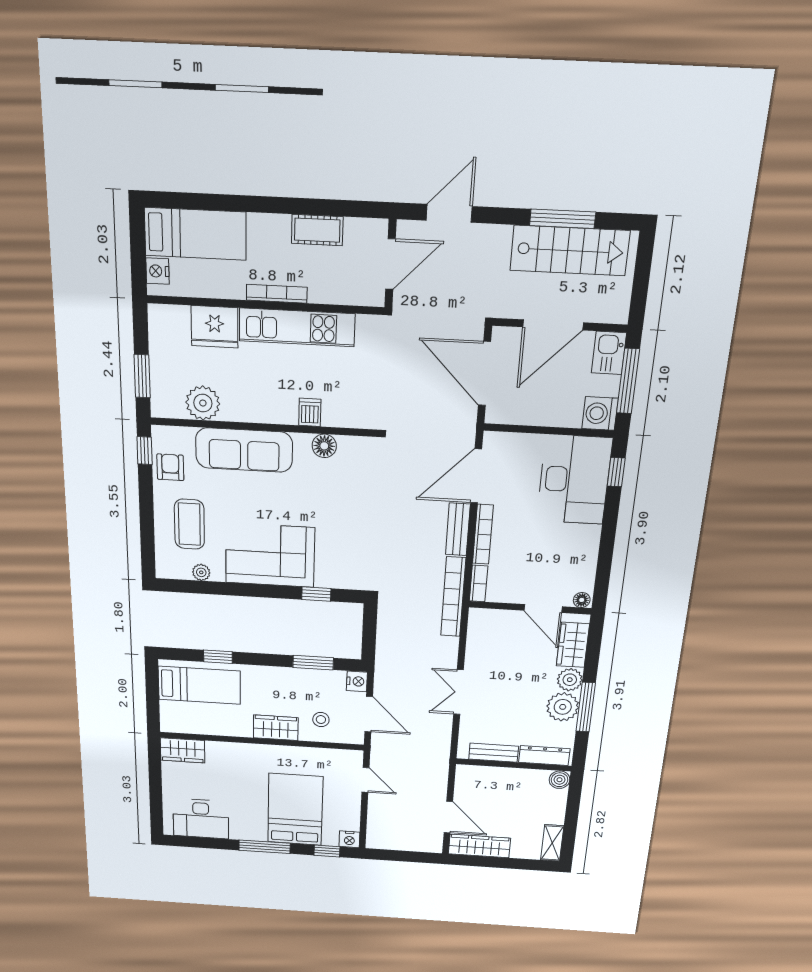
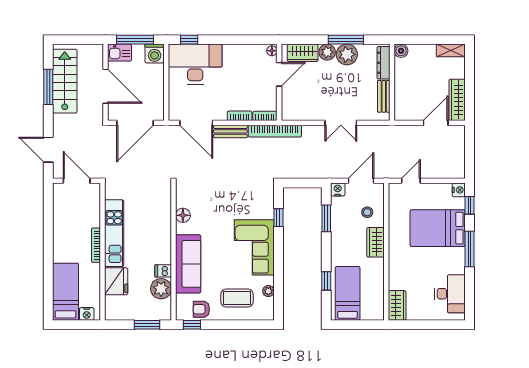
cot: (317, 230) -> (60, 223), removed
dishwasher: (310, 412) -> (163, 271), moved
bookcase: (483, 534) -> (240, 116), width x0.64

